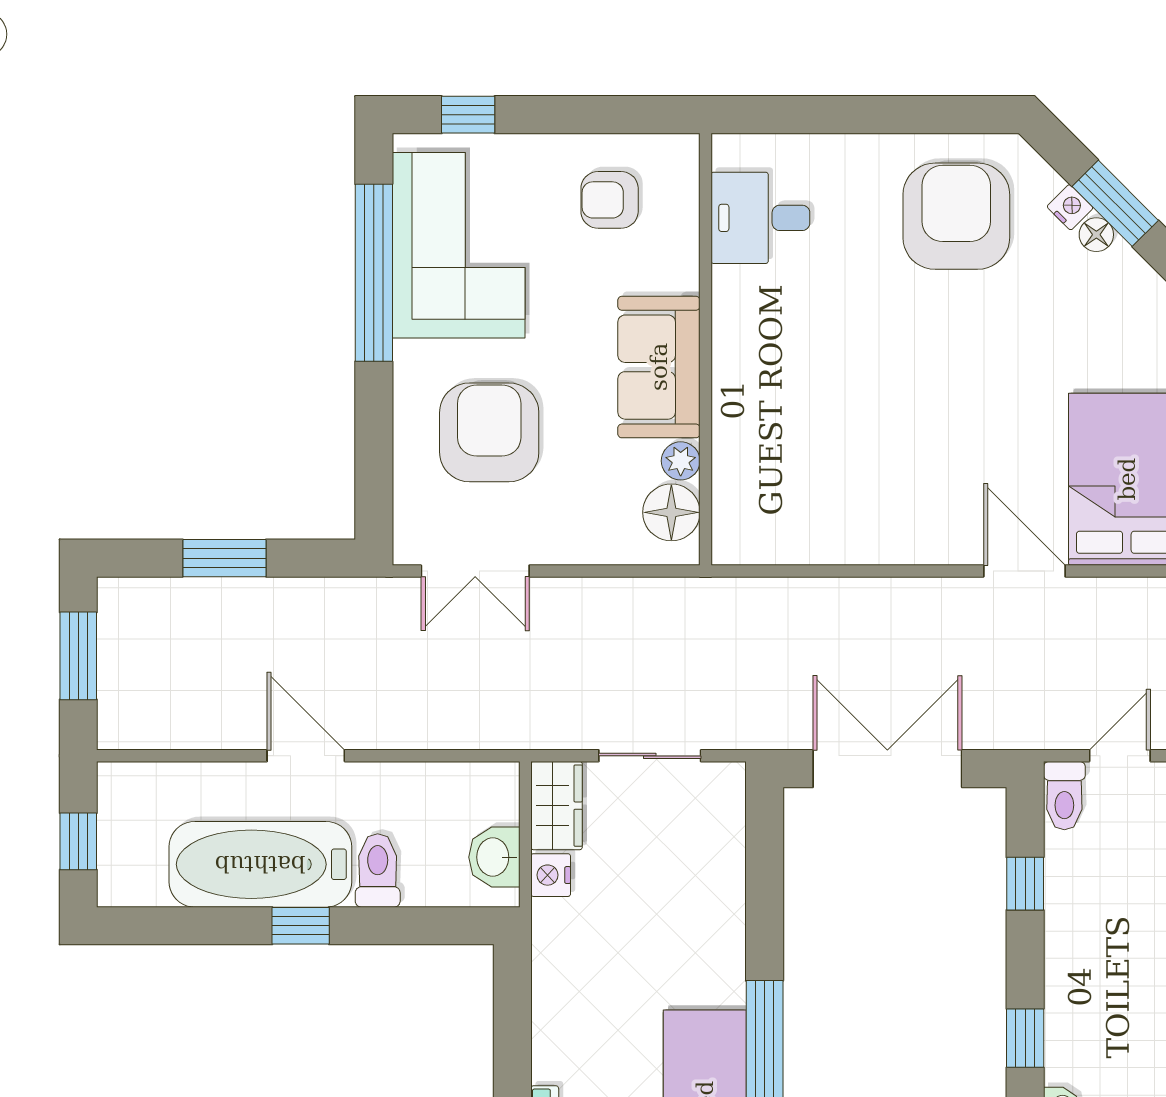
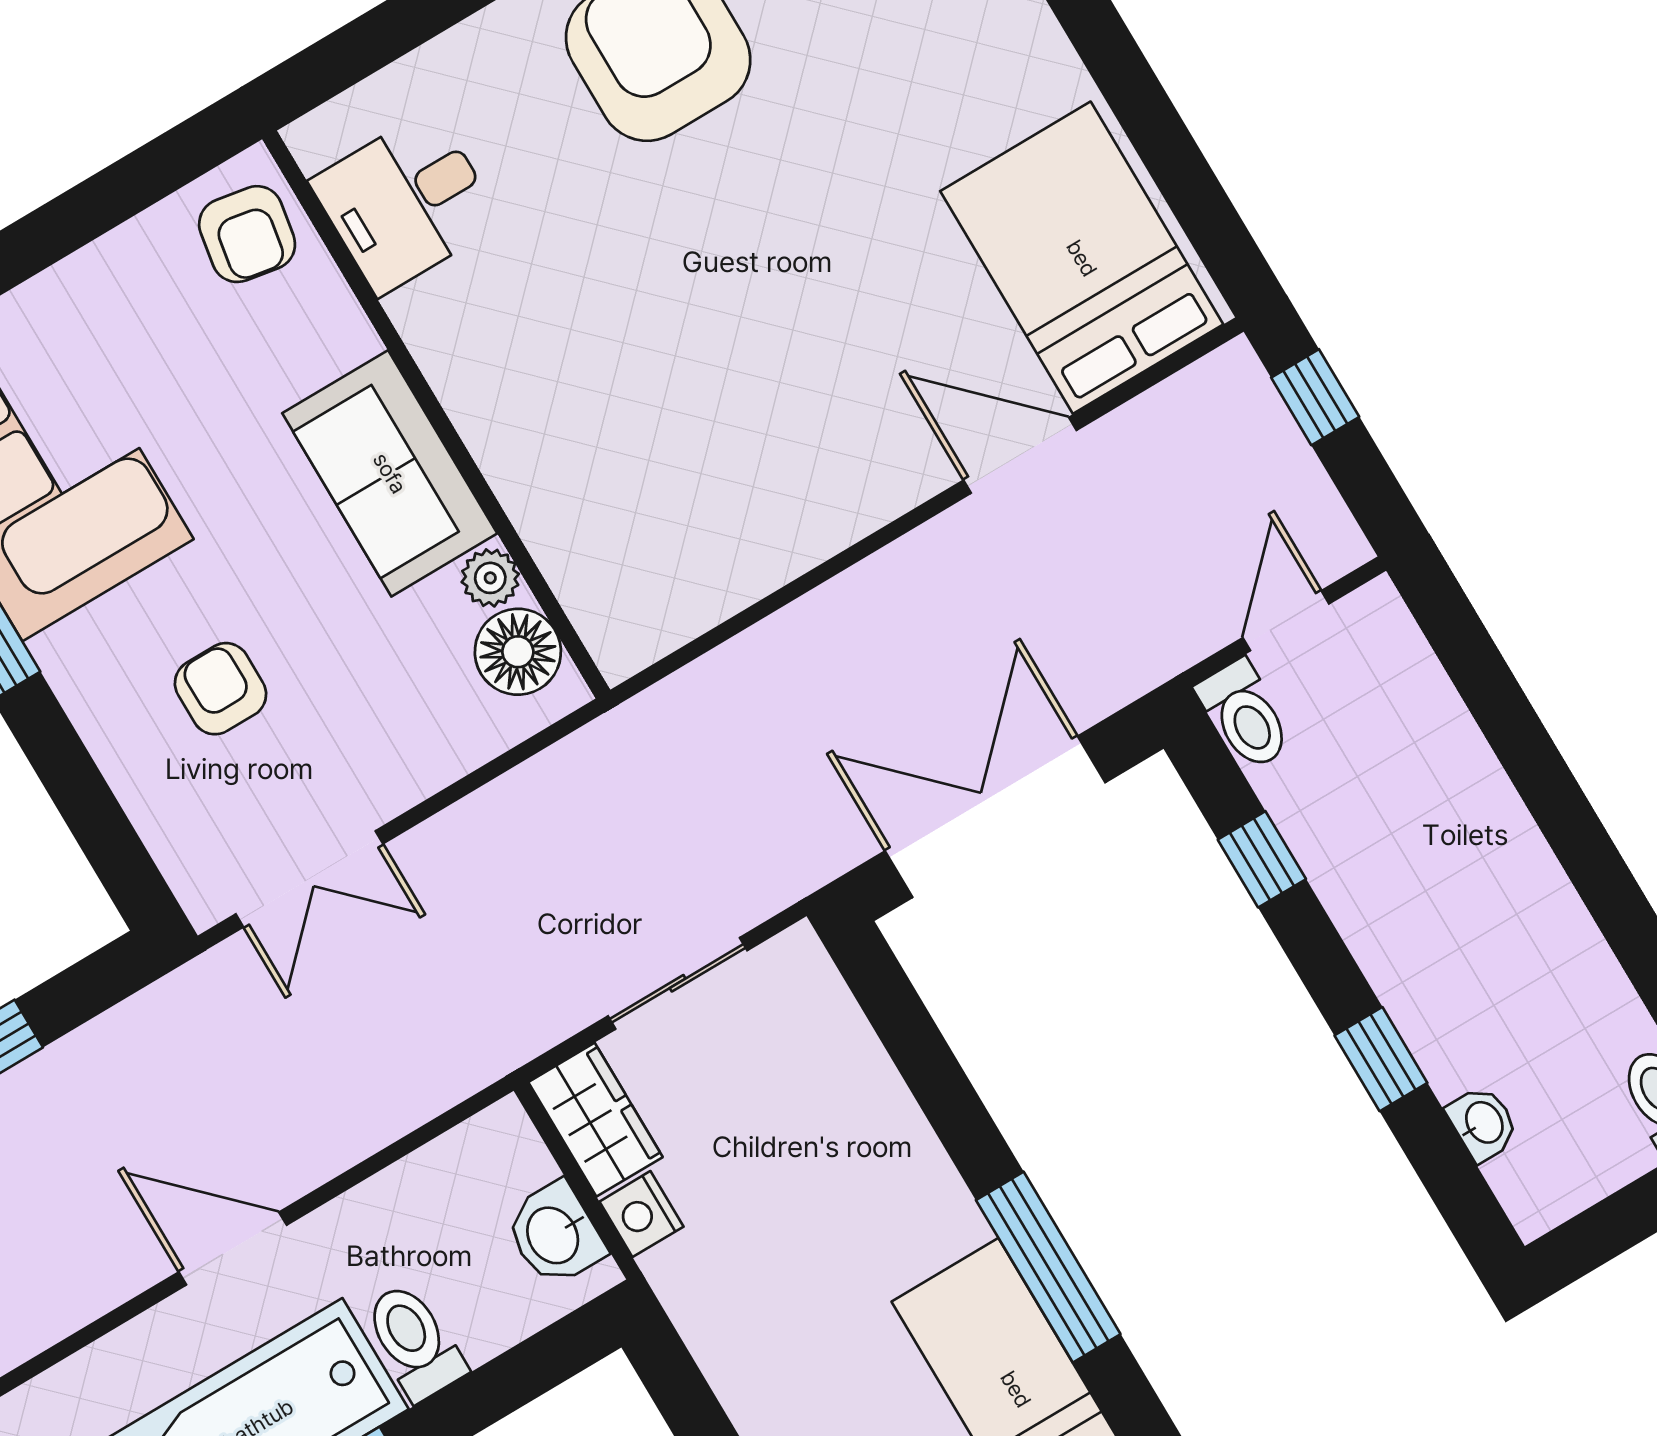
armchair: (610, 200) -> (247, 234), moved, turned -80
armchair: (489, 432) -> (221, 689), width x0.53, depth x0.53

